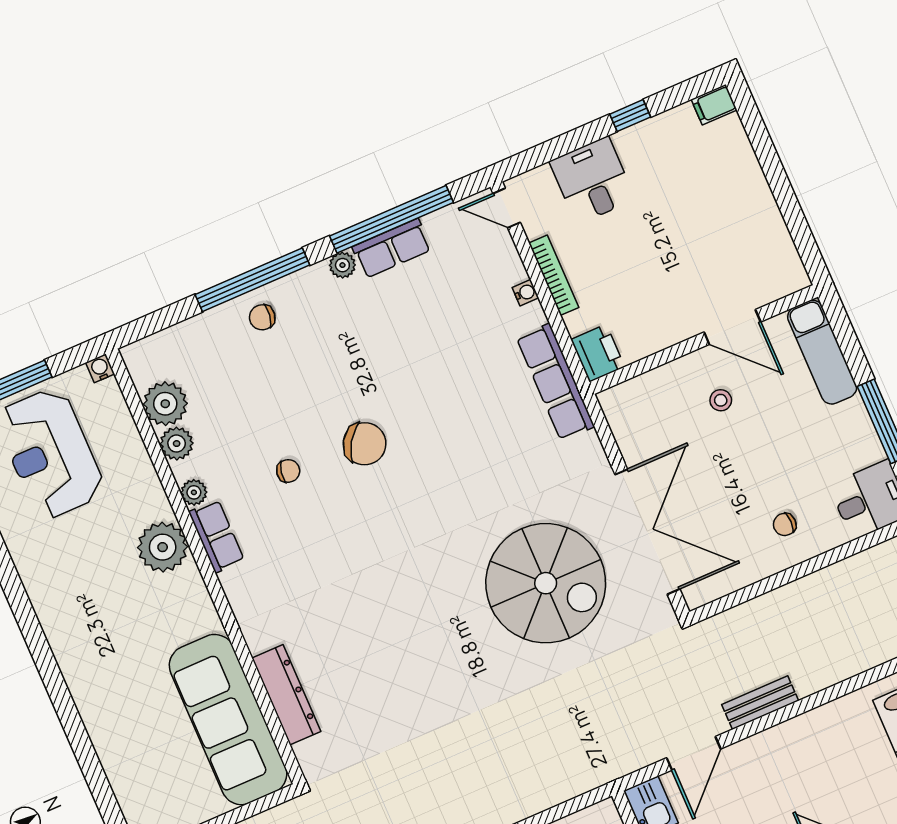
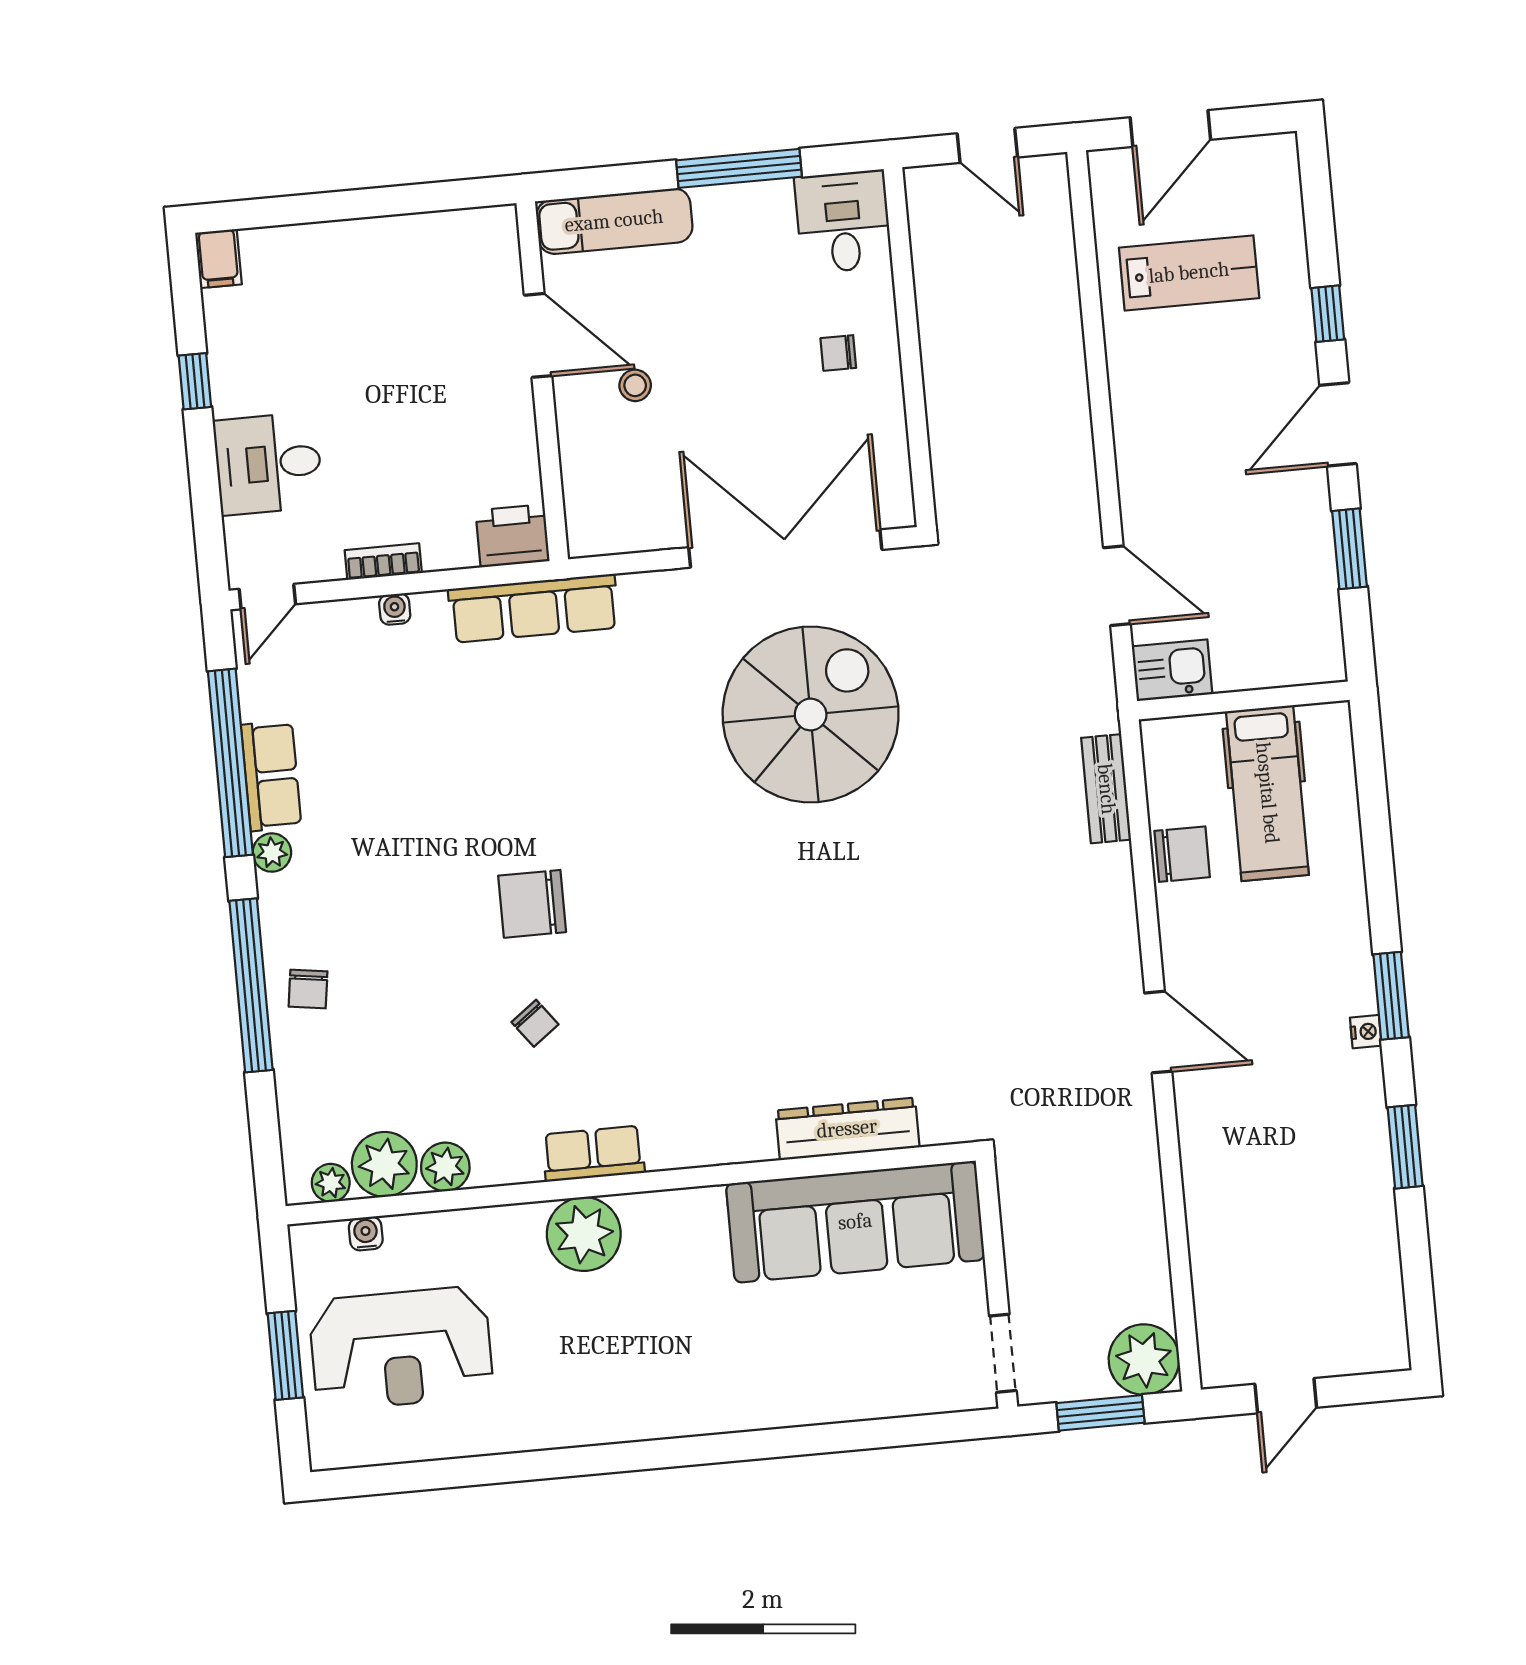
bookcase: (554, 275) -> (383, 562), width x0.64
door: (732, 327) -> (538, 335), hinge flipped
water cooler: (100, 368) -> (366, 1234), moved, turned 90
chair: (365, 444) -> (532, 904), turned -123
chair: (288, 471) -> (535, 1023), turned 133
plant: (194, 492) -> (331, 1183), moved
chair: (785, 524) -> (838, 353), turned 90
bench: (760, 703) -> (1106, 789), moved

